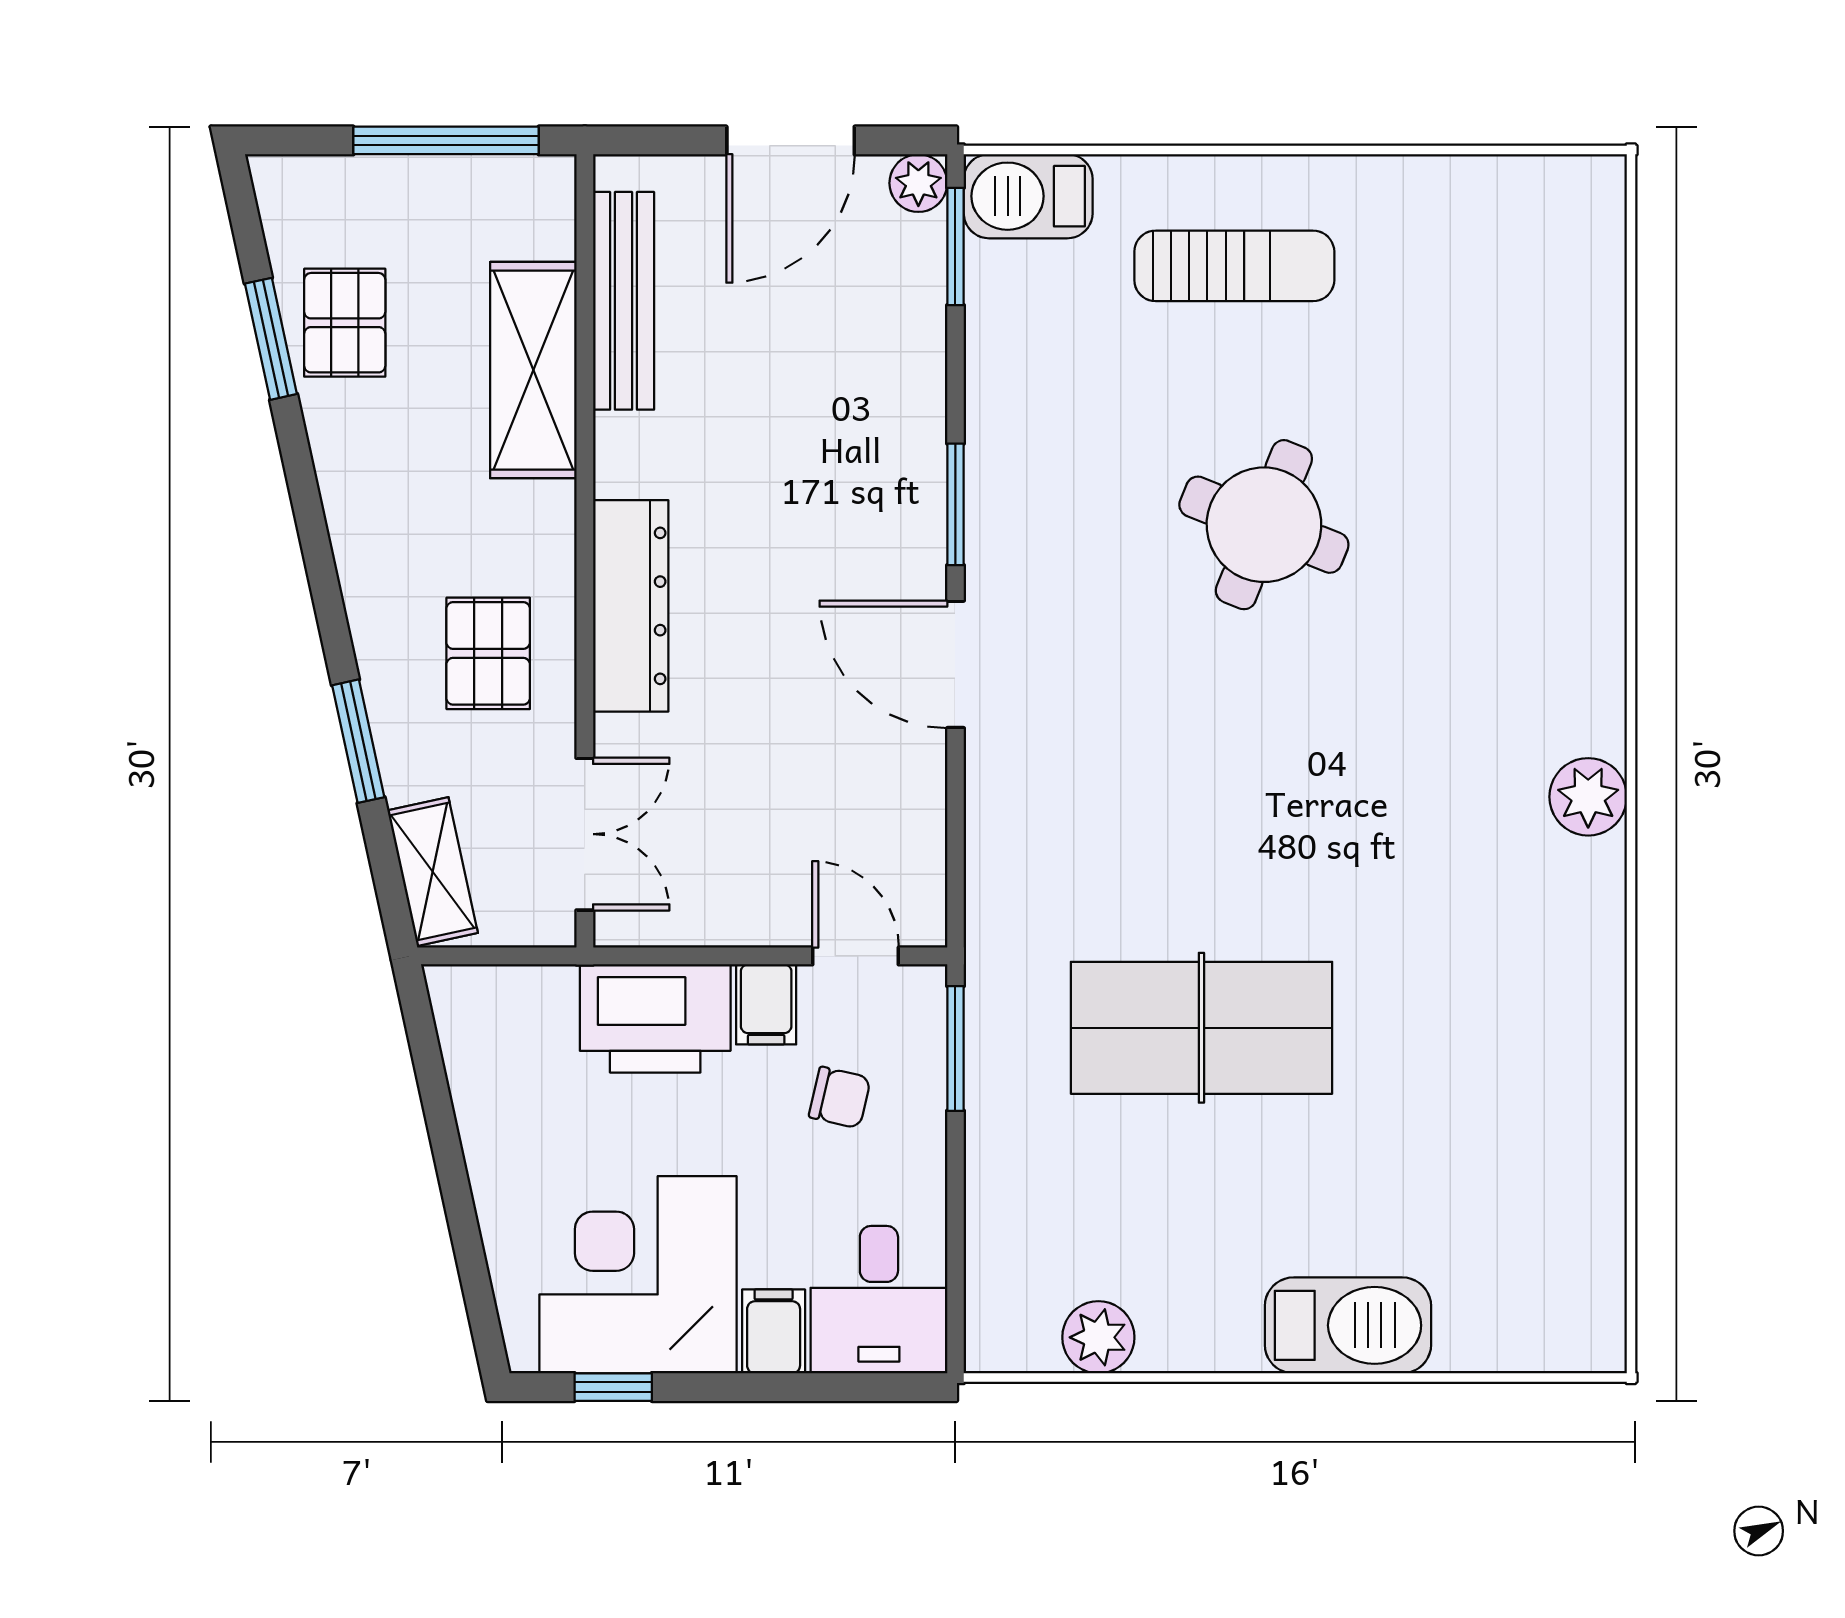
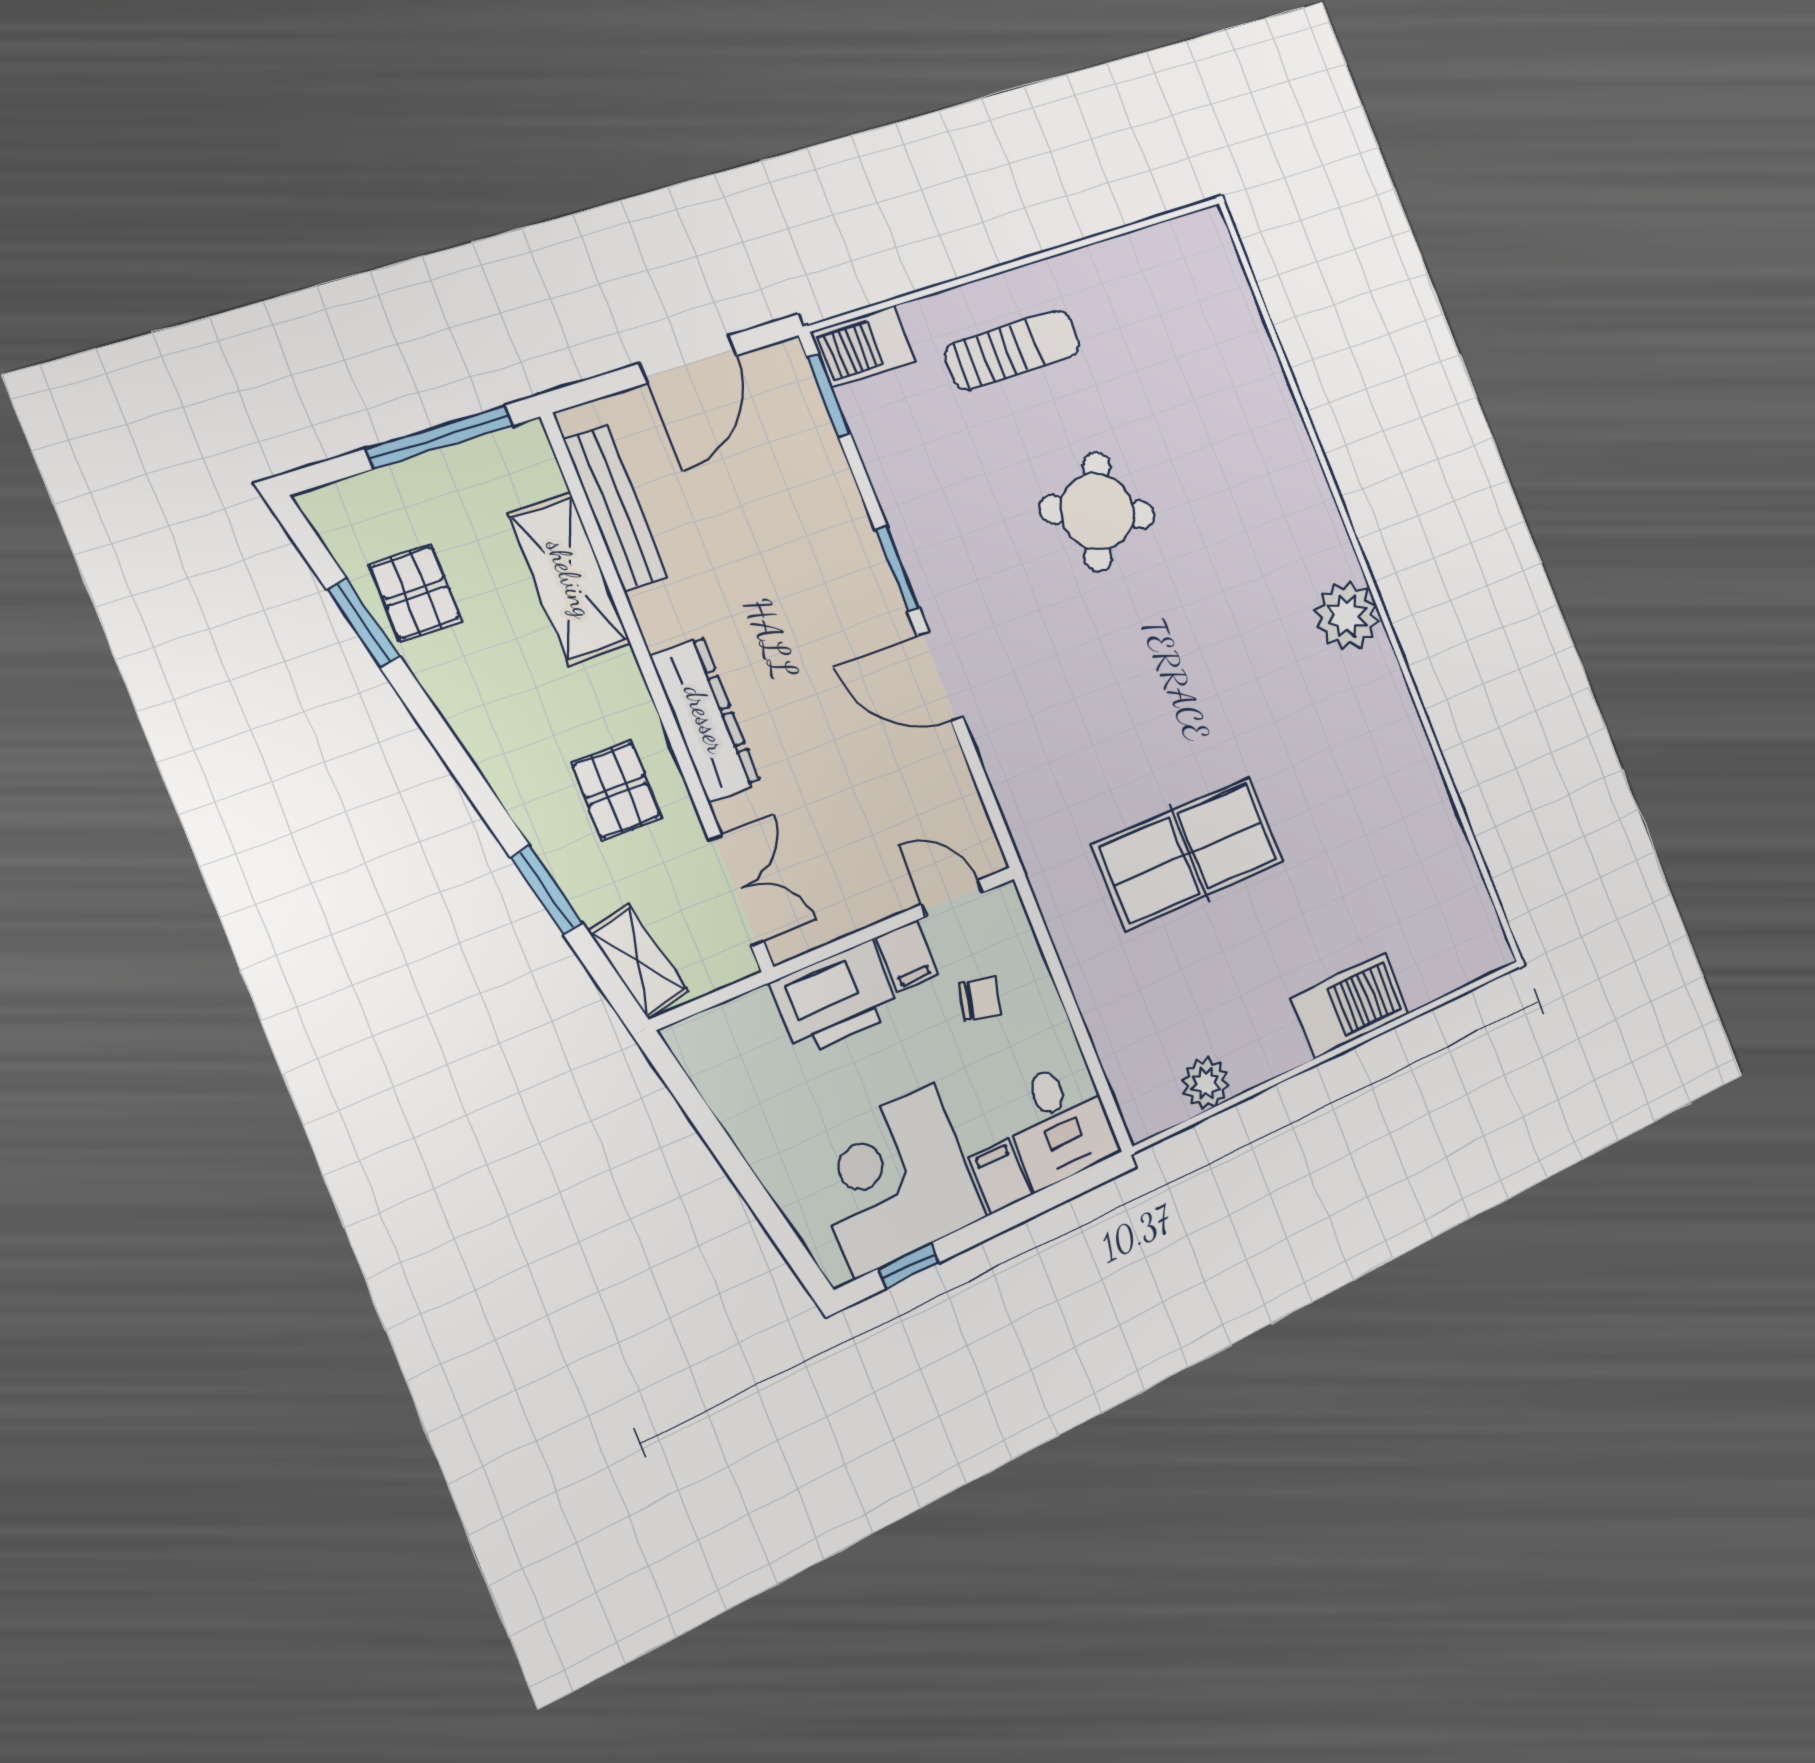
plant: (918, 183) -> (787, 361), removed
plant: (1588, 797) -> (1347, 616), width x1.36, depth x1.36
window: (955, 1048) -> (1042, 933), removed

